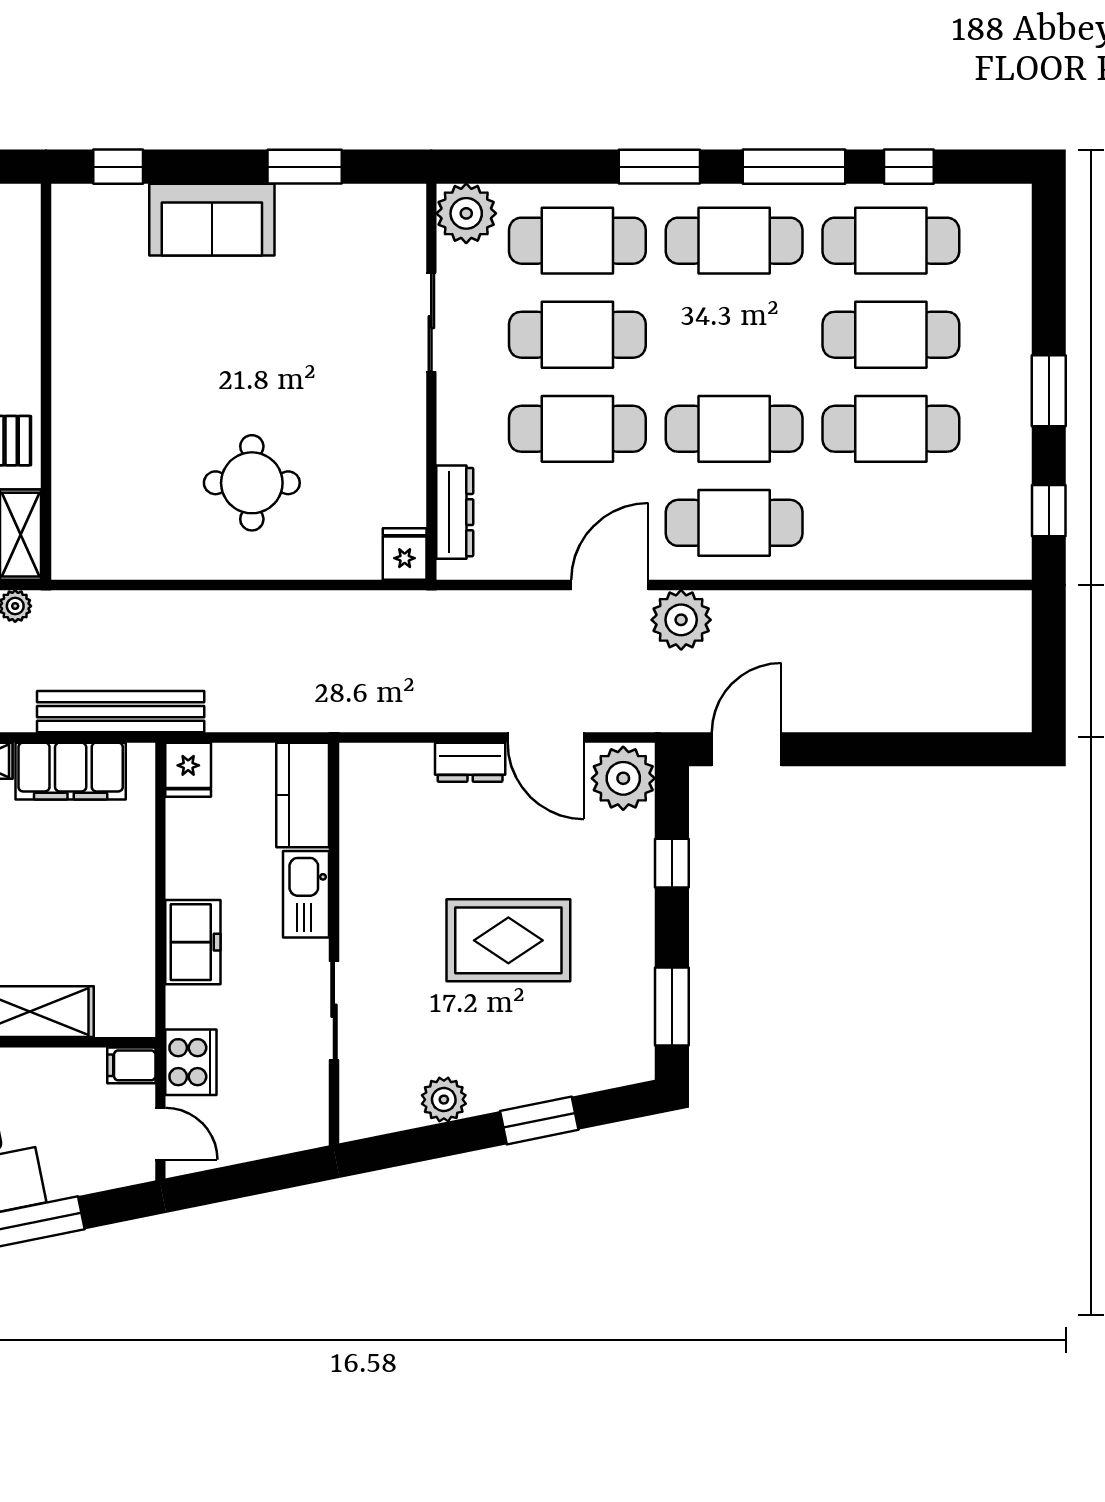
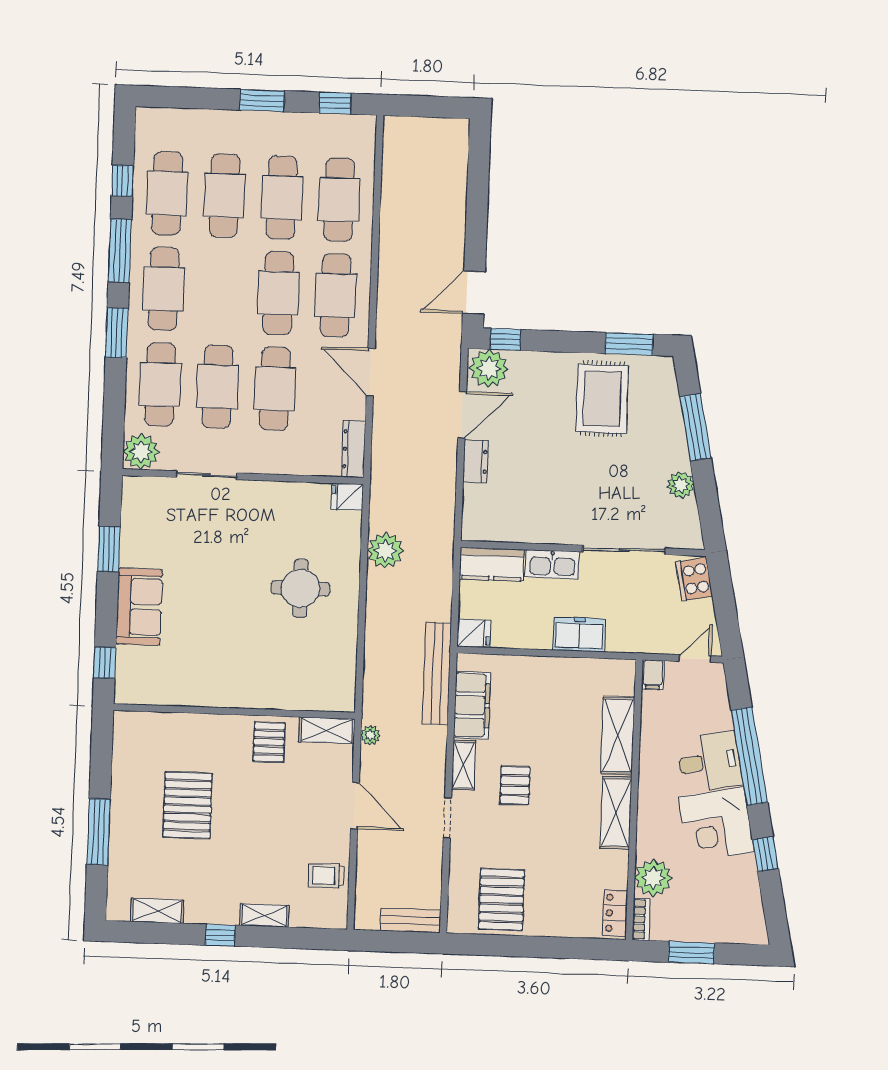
dresser: (455, 512) -> (354, 449), moved, turned -90
cafe table: (891, 523) -> (339, 200), added
plant: (681, 620) -> (385, 551), moved
door: (747, 749) -> (474, 293), hinge flipped
window: (672, 863) -> (505, 339), moved
rug: (508, 940) -> (602, 399), moved
sliding door: (334, 1011) -> (624, 550), width x1.37
cooker: (191, 1062) -> (694, 579), moved, turned -101
window: (539, 1120) -> (695, 427), width x1.44

